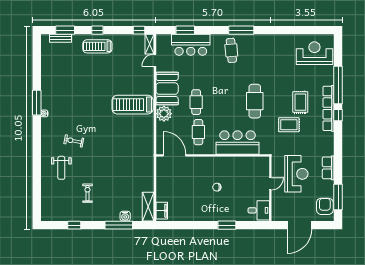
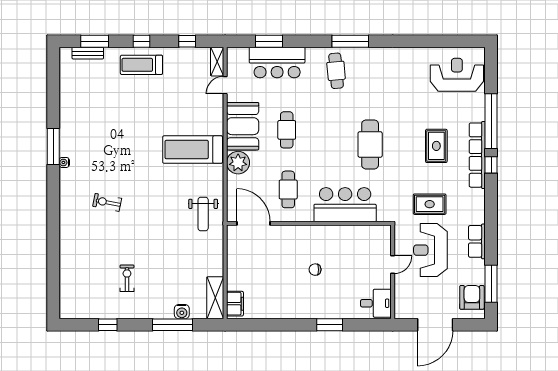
window: (139, 30) -> (187, 41), moved
cafe table: (196, 102) -> (287, 130), moved
rug: (289, 125) -> (430, 204), moved
weight bench: (61, 168) -> (203, 214), moved
reception desk: (296, 174) -> (430, 250), turned 180

